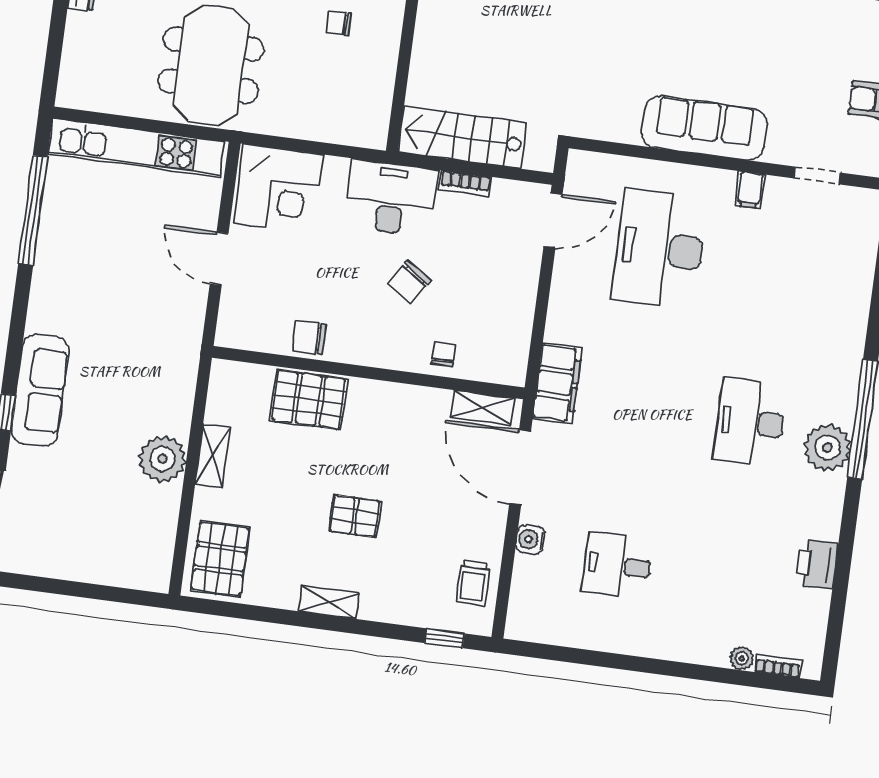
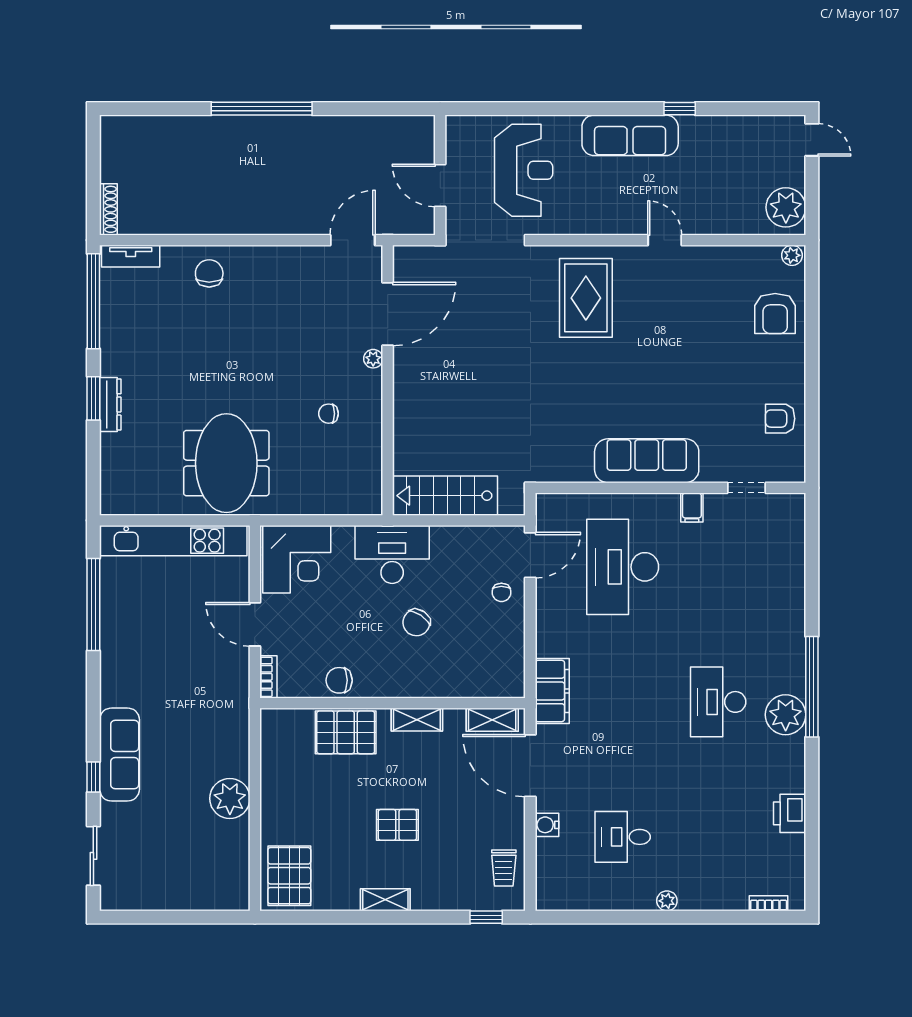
bookcase: (465, 183) -> (268, 677), moved, turned -90
chair: (443, 354) -> (501, 592), moved, turned 180
shelving: (213, 456) -> (417, 720), moved, turned 90
plant: (742, 658) -> (667, 901), moved

